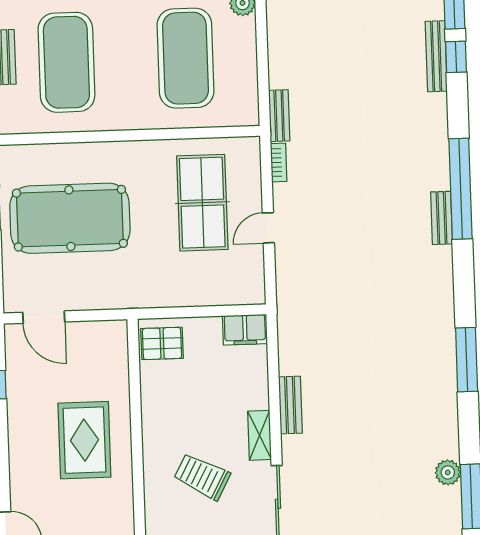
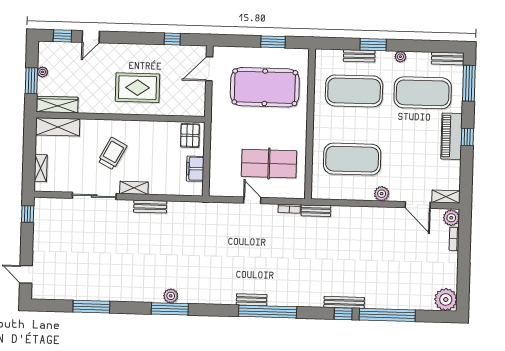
pool table: (70, 218) -> (265, 87), turned 90
filing cabinet: (245, 330) -> (195, 169), moved
plant: (448, 472) -> (171, 296), moved

